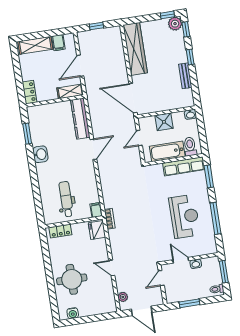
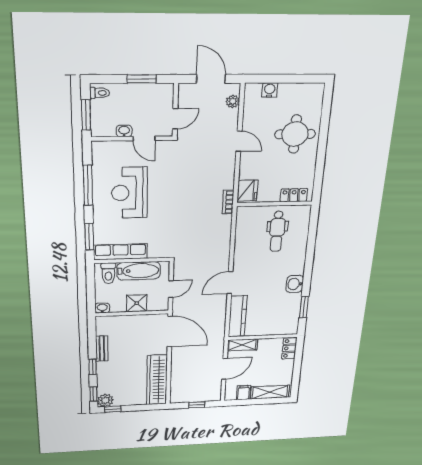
filing cabinet: (96, 210) -> (243, 214), removed
water cooler: (73, 313) -> (270, 90), moved

